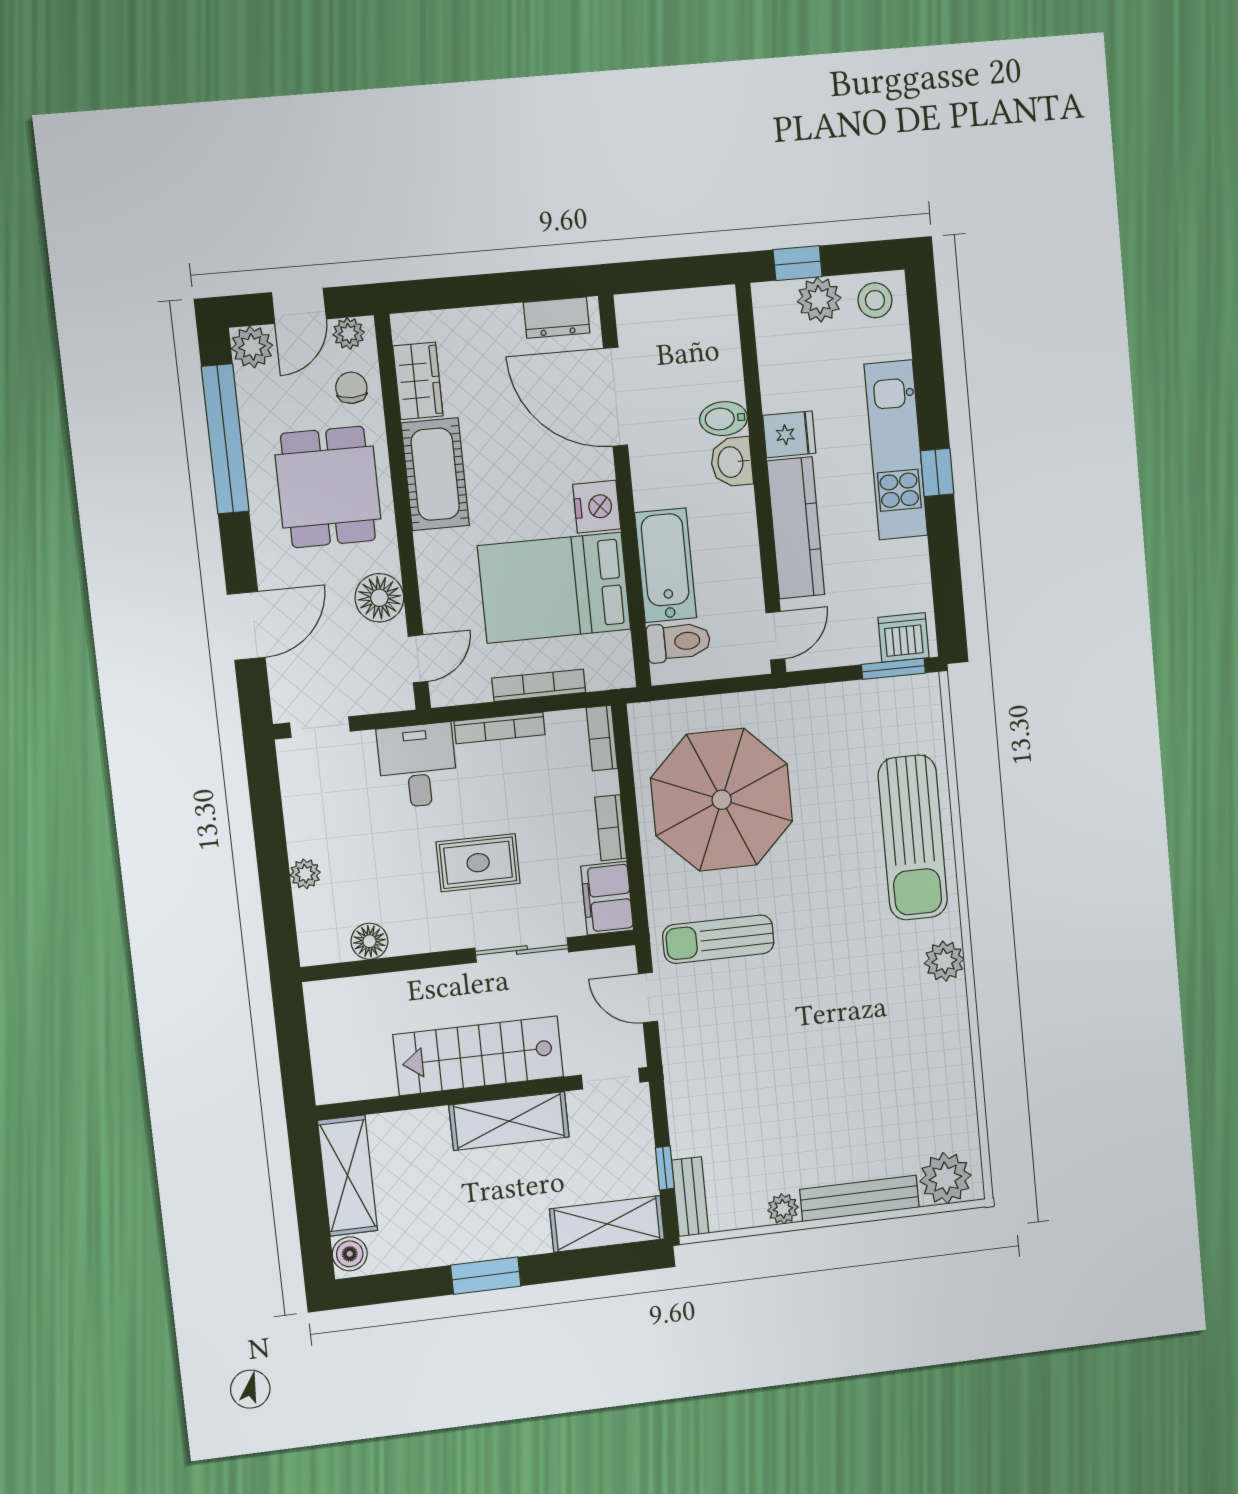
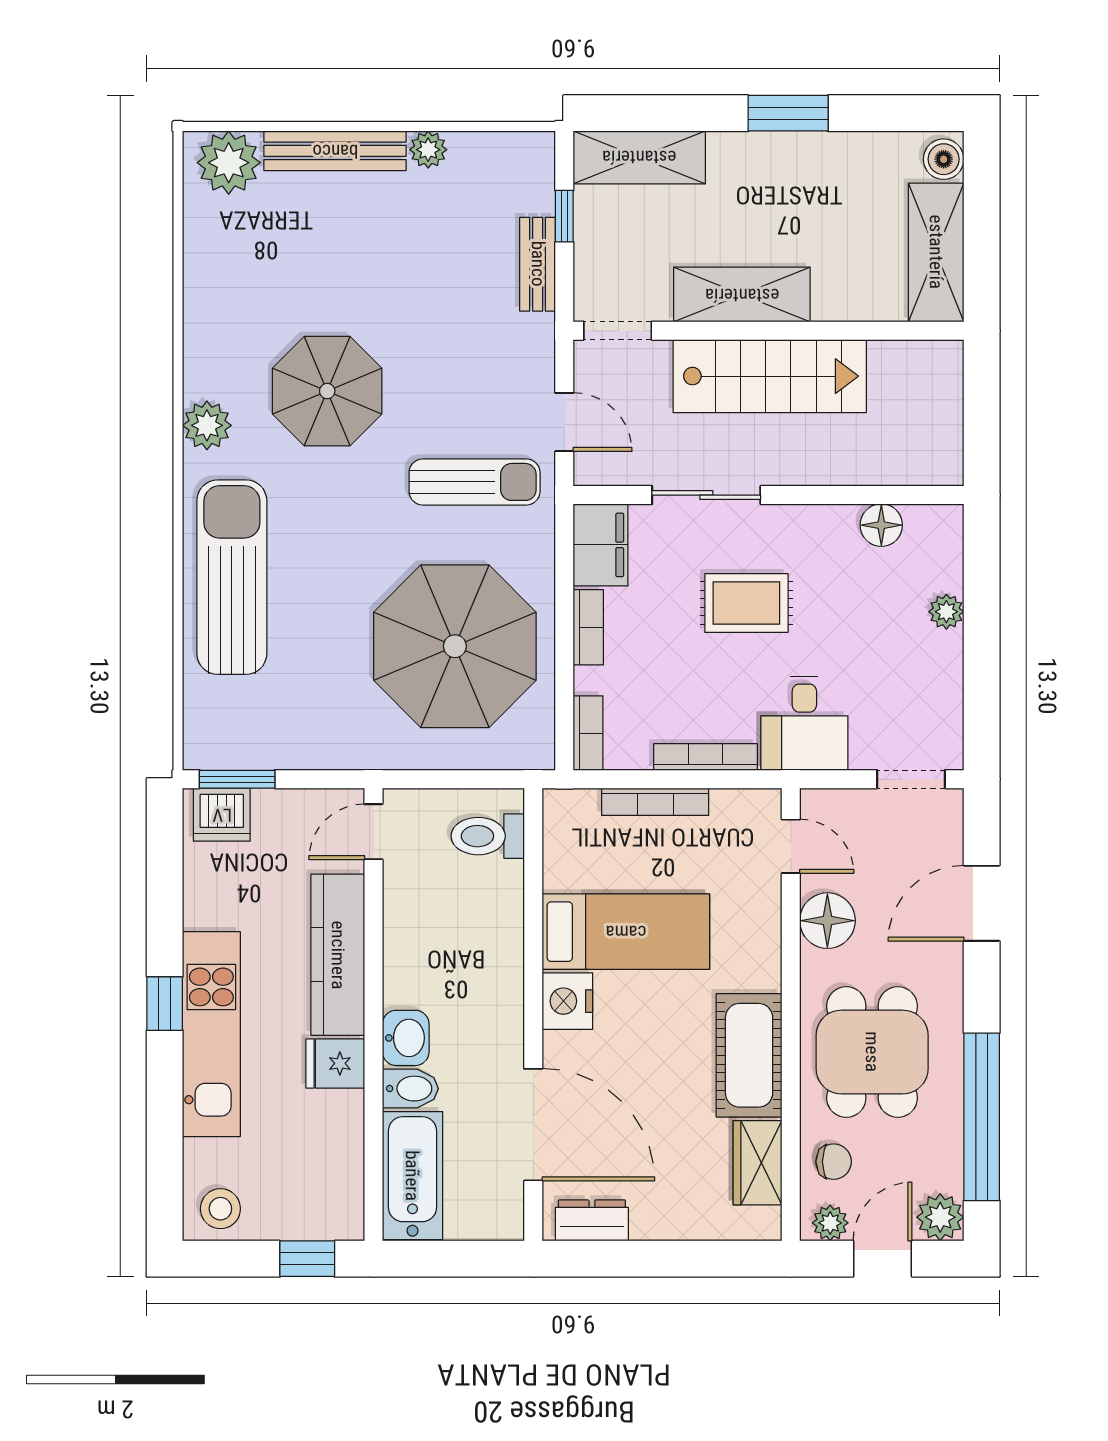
plant: (819, 300) -> (286, 1215), removed
chair: (351, 388) -> (834, 1162), turned -90
bathtub: (666, 565) -> (412, 1176), moved, turned 180
bed: (554, 588) -> (626, 932), width x0.67
door: (418, 659) -> (791, 846), swing flipped
parasol: (848, 1001) -> (327, 391), added
bench: (690, 1197) -> (538, 264), moved

